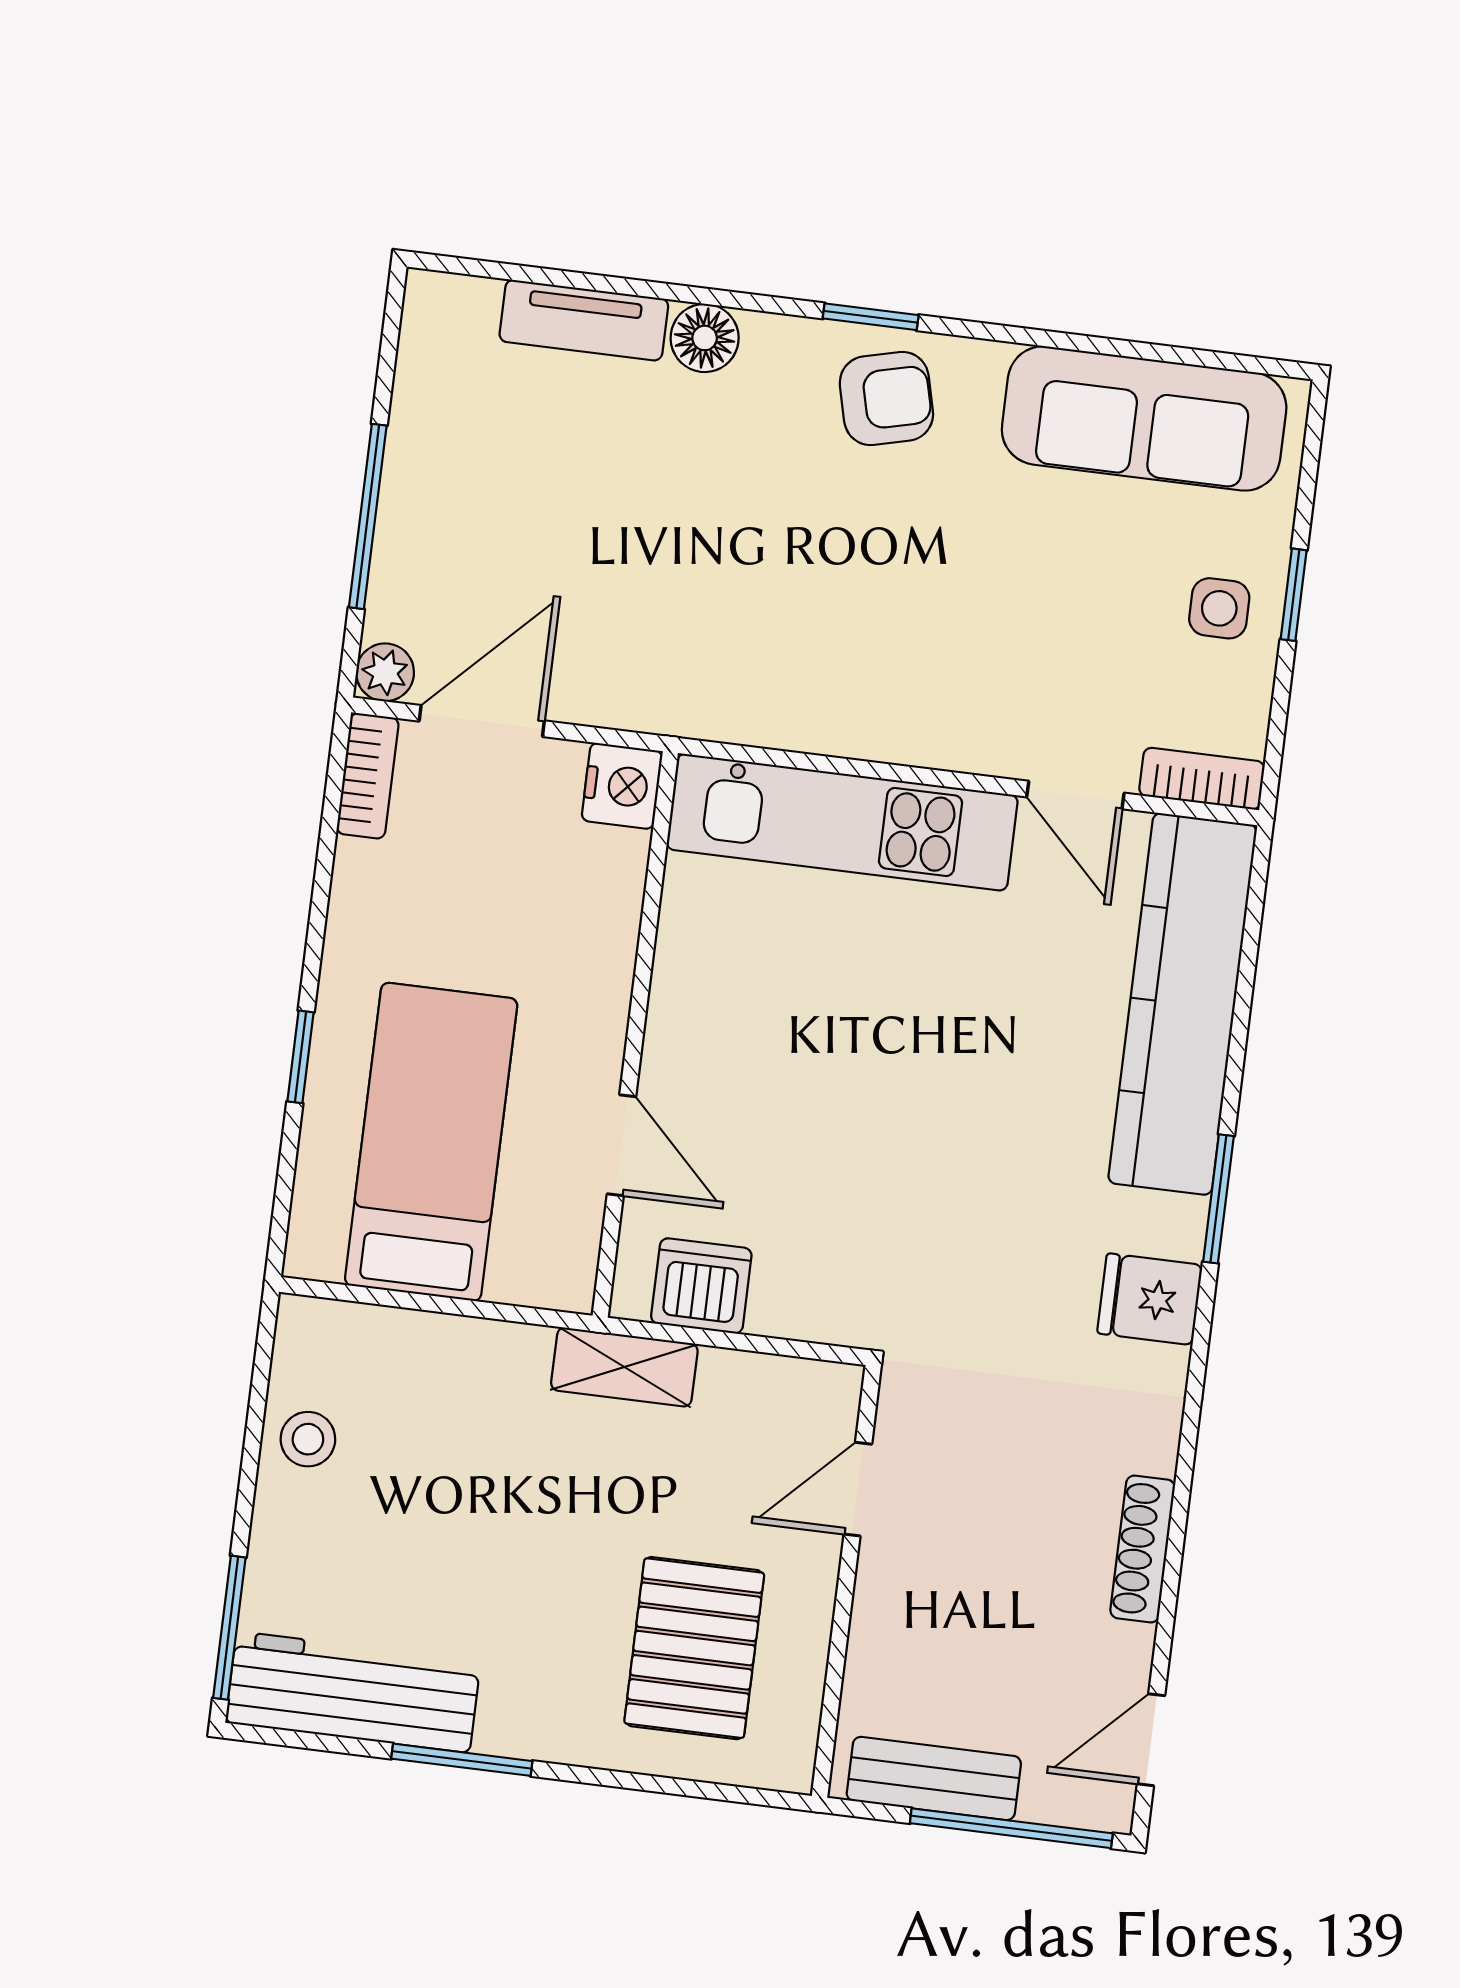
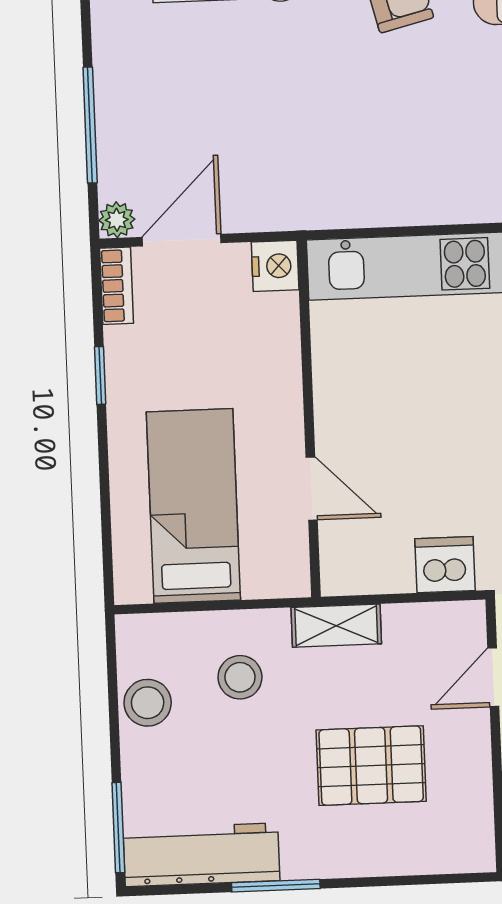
window: (300, 1057) -> (100, 375), moved
dishwasher: (701, 1286) -> (445, 565), moved
stool: (460, 1423) -> (240, 677), added
stool: (308, 1439) -> (148, 703), width x1.37, depth x1.37
pallet: (694, 1648) -> (371, 766), moved, turned 90

